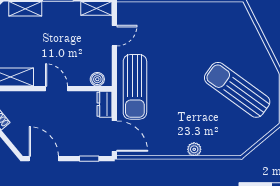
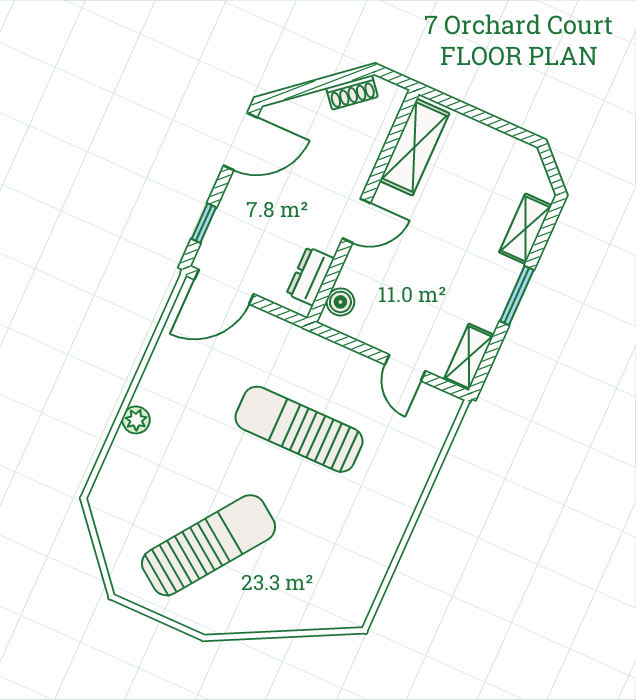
sun lounger: (135, 87) -> (299, 429), moved
dresser: (105, 104) -> (310, 276), moved, turned -90

